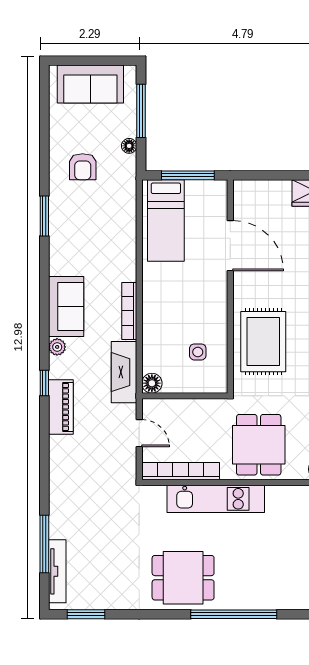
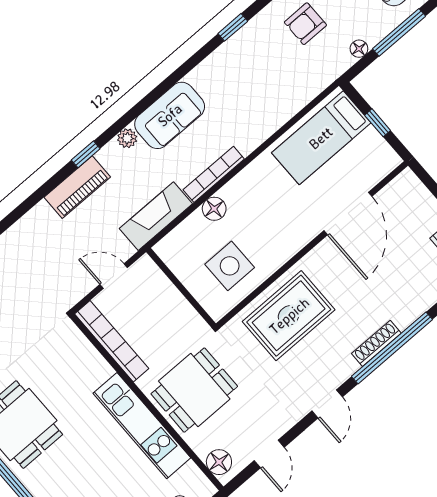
window: (188, 175) -> (378, 123), width x0.46
window: (44, 216) -> (233, 27), width x0.67
side table: (198, 352) -> (230, 266), width x1.87, depth x1.87
floor lamp: (152, 383) -> (214, 209), moved
door: (139, 433) -> (114, 276), swing flipped
kitchen unit: (216, 499) -> (142, 426), moved

